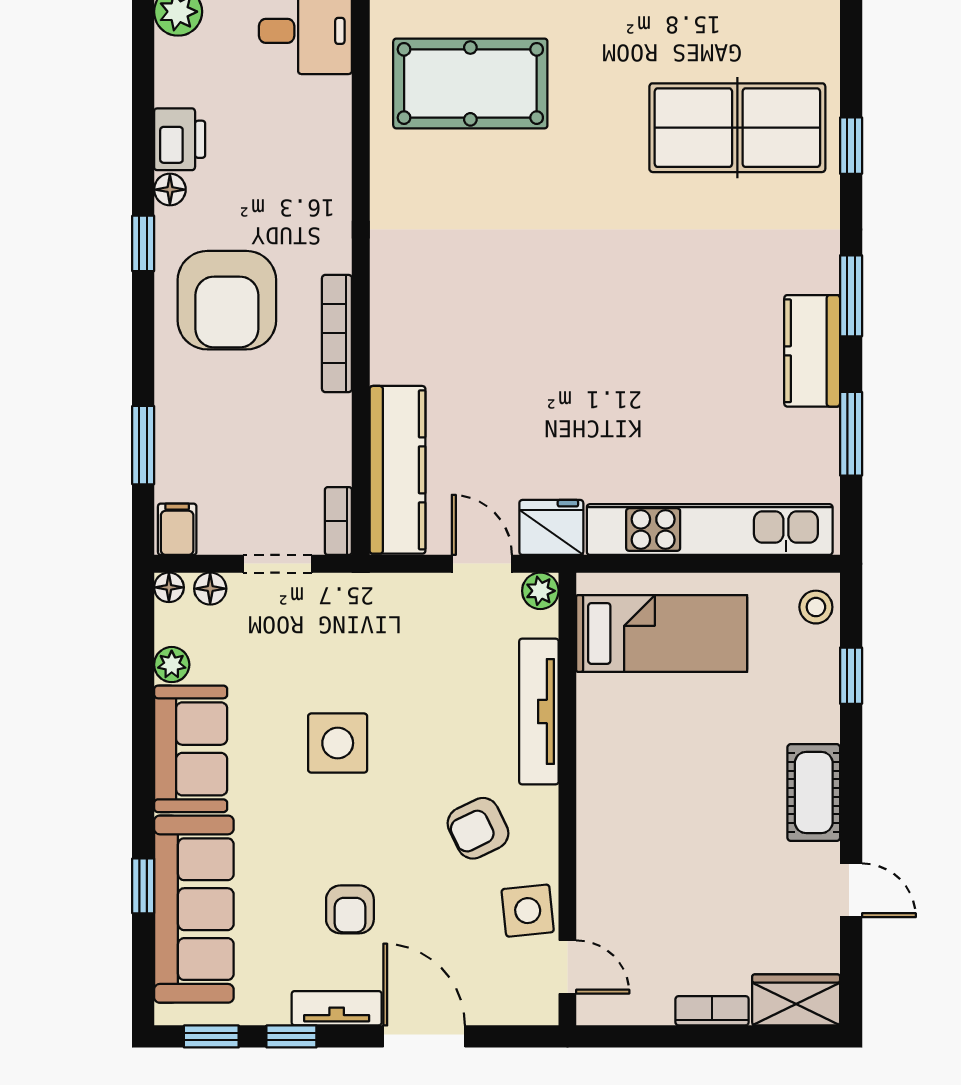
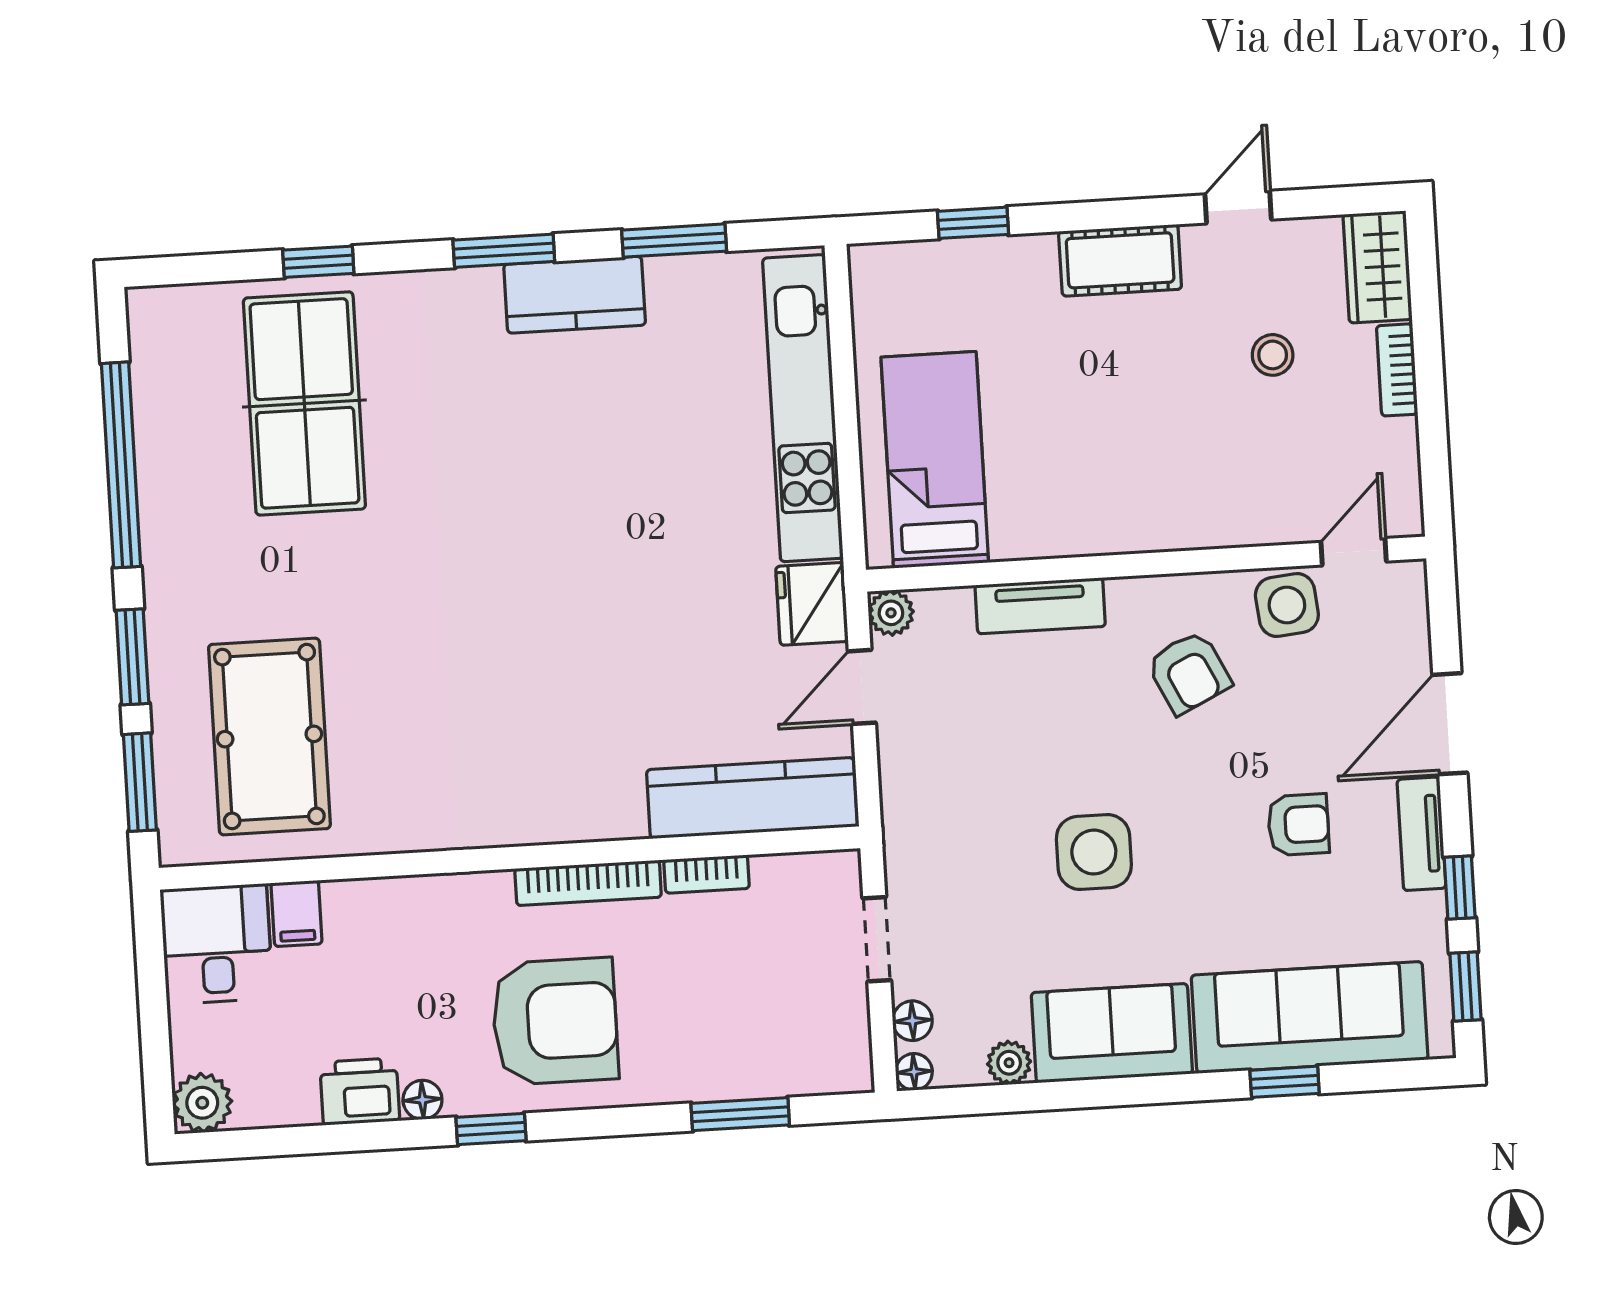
bookcase: (338, 521) -> (707, 874), moved
filing cabinet: (177, 529) -> (296, 914), moved, turned -90
stool: (816, 607) -> (1273, 355), moved
tv unit: (539, 711) -> (1040, 606), width x0.71

